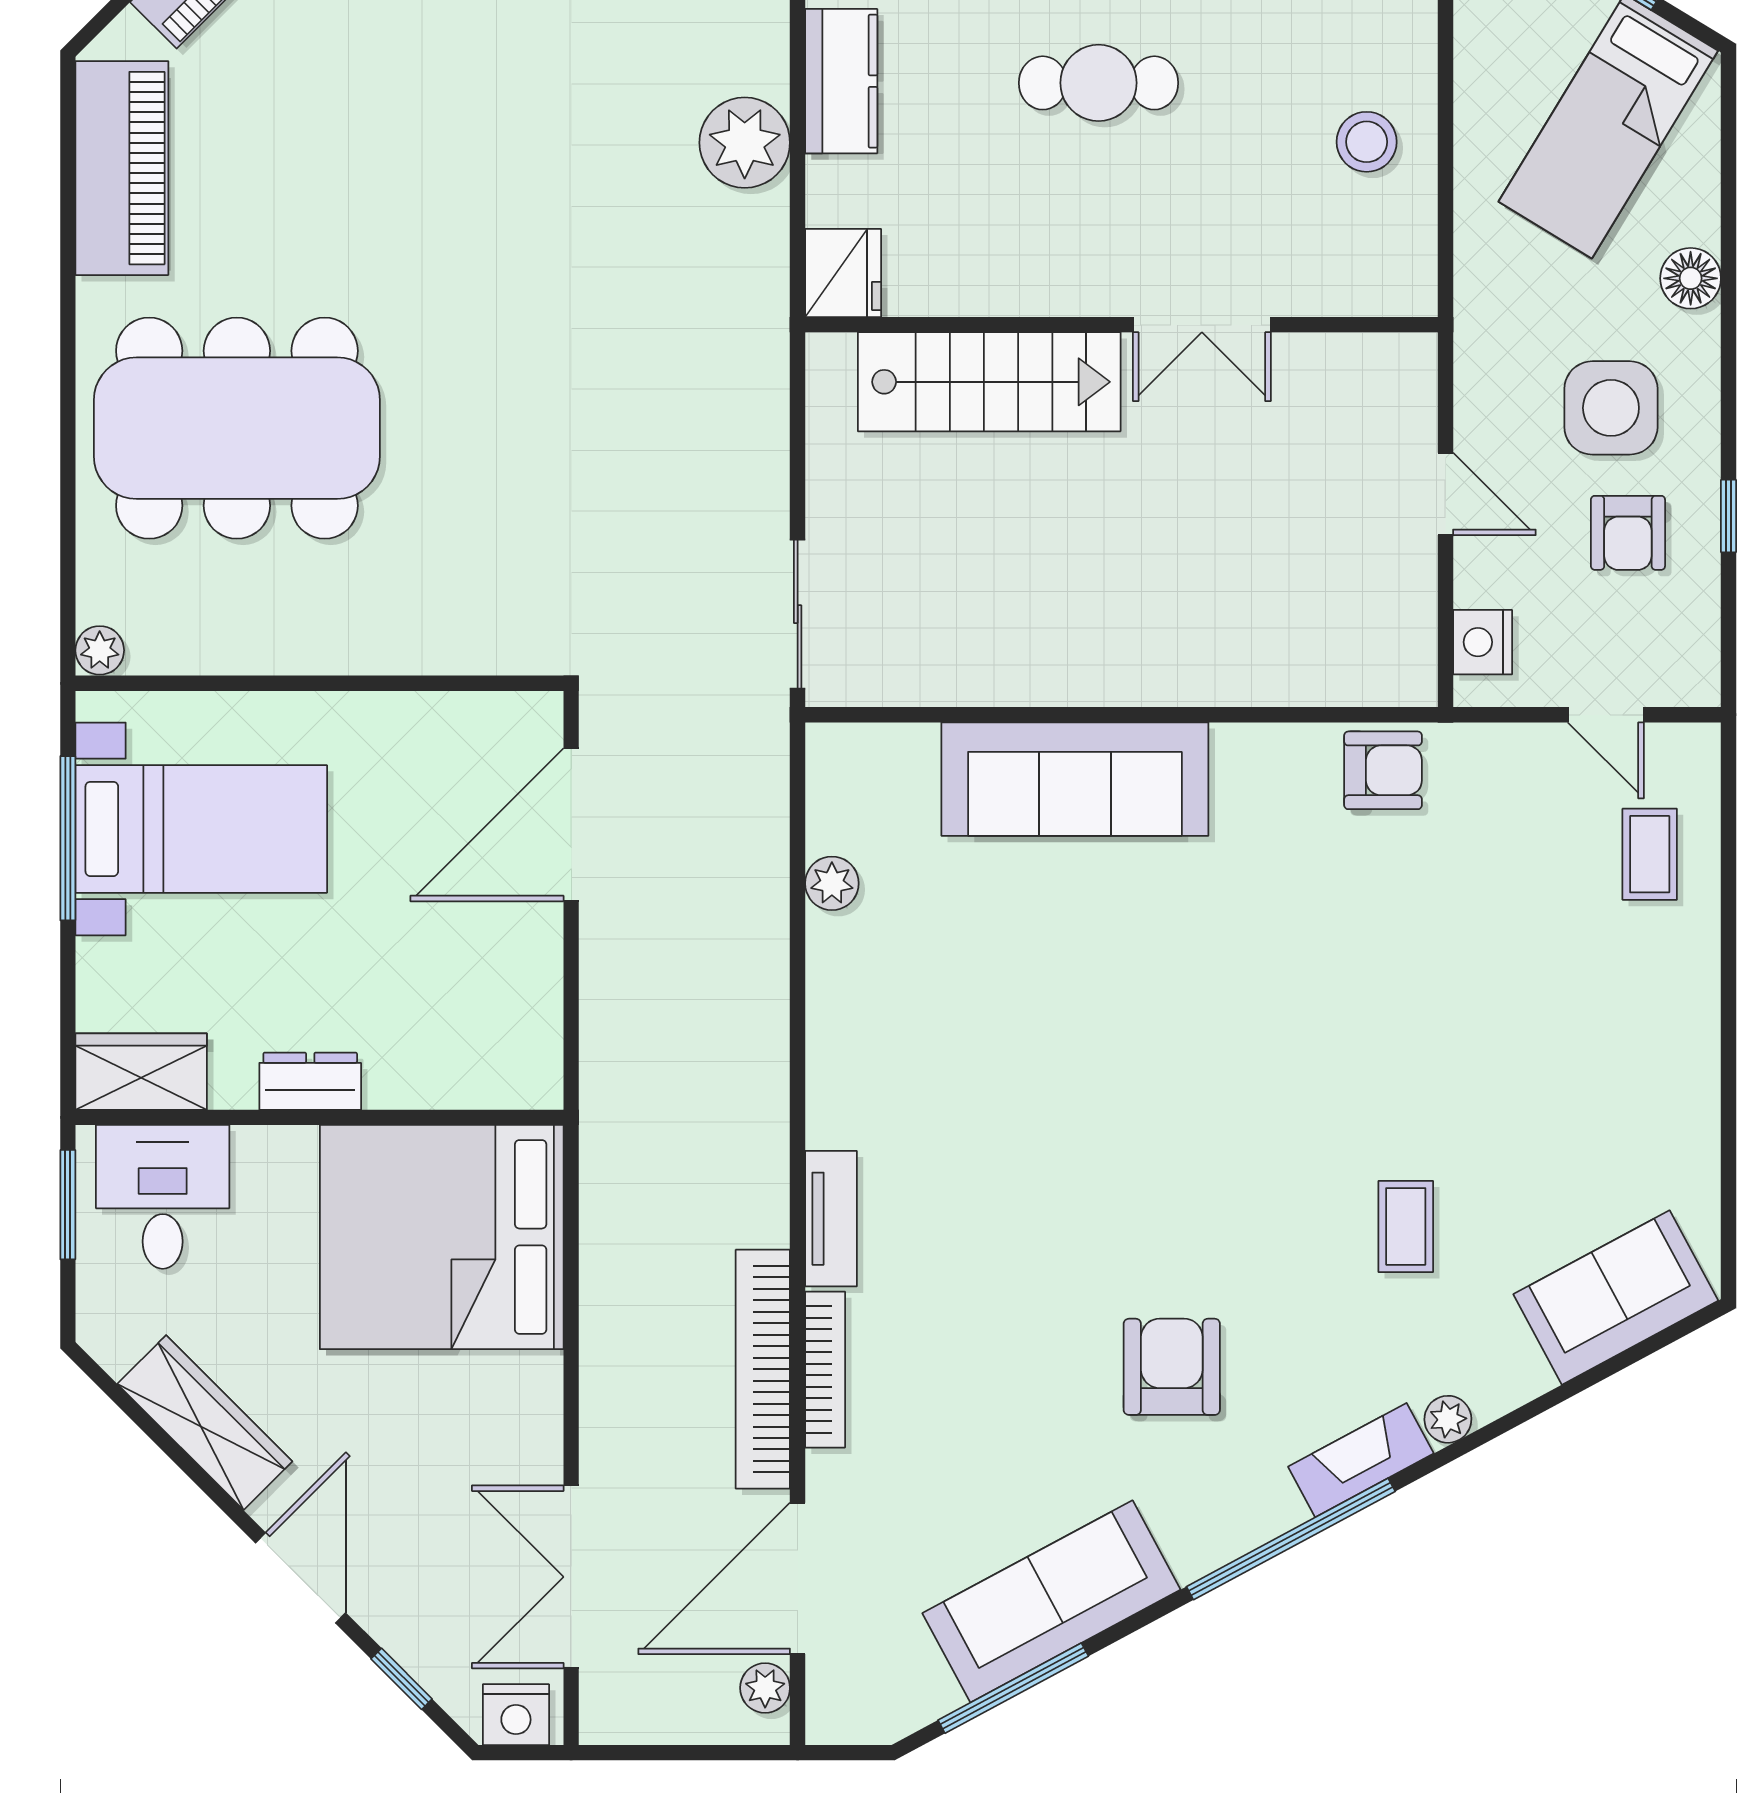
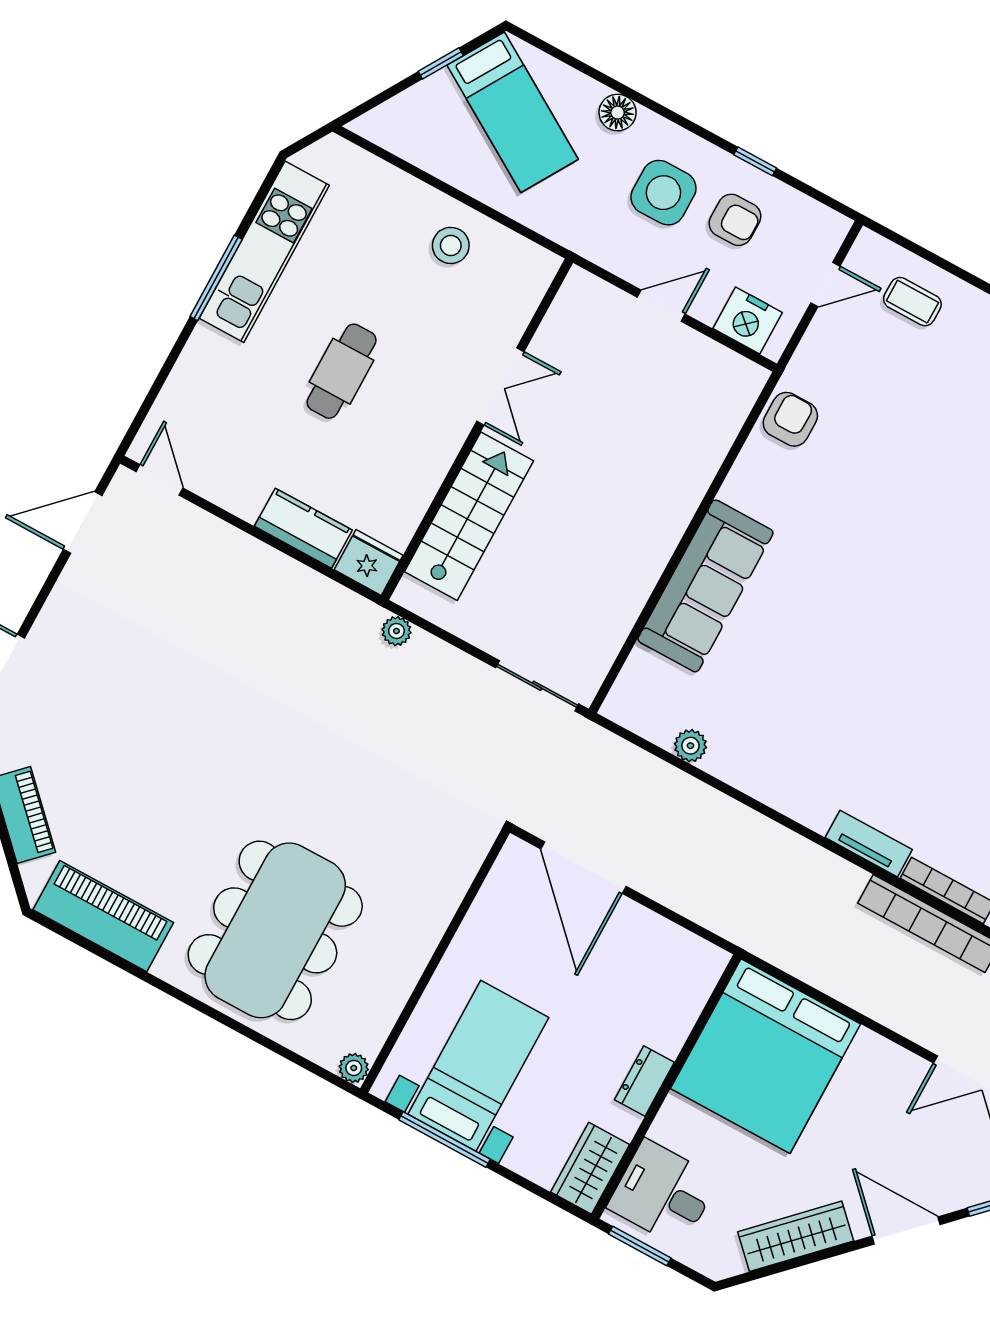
kitchen counter: (841, 81) -> (303, 528), moved
plant: (745, 143) -> (396, 631), moved, width x0.53, depth x0.53
nightstand: (1483, 642) -> (748, 320), width x1.36, depth x1.33

